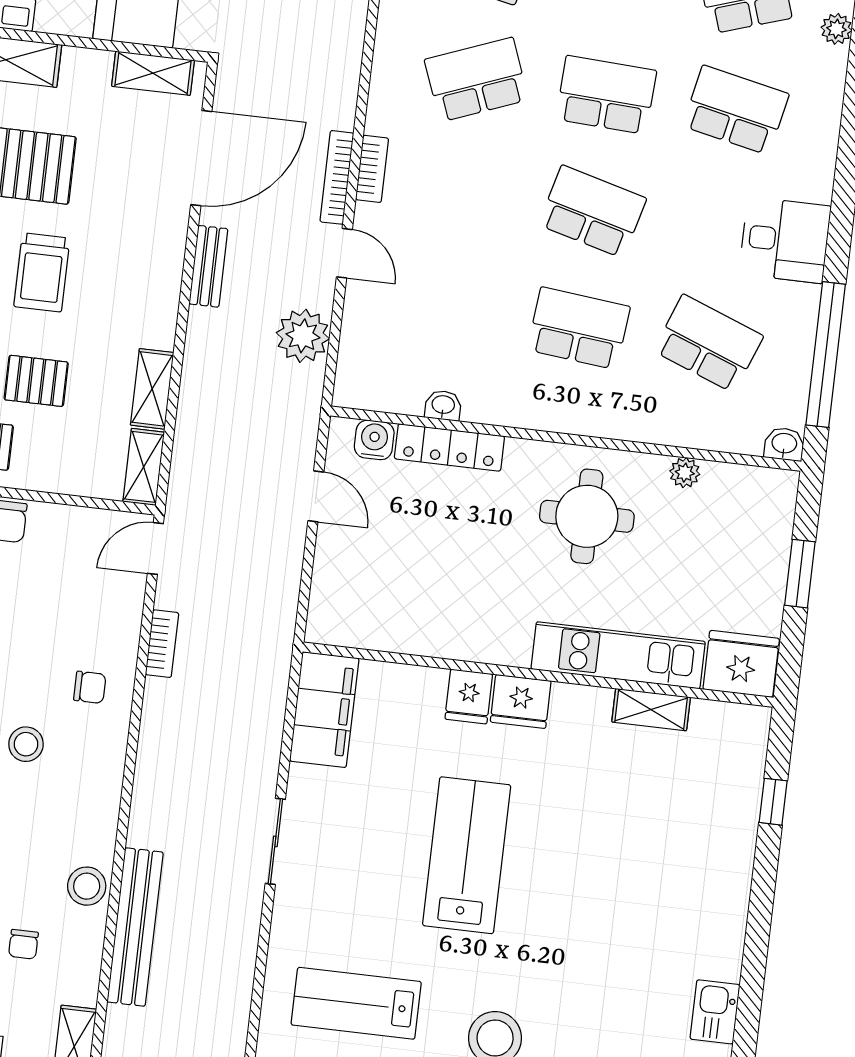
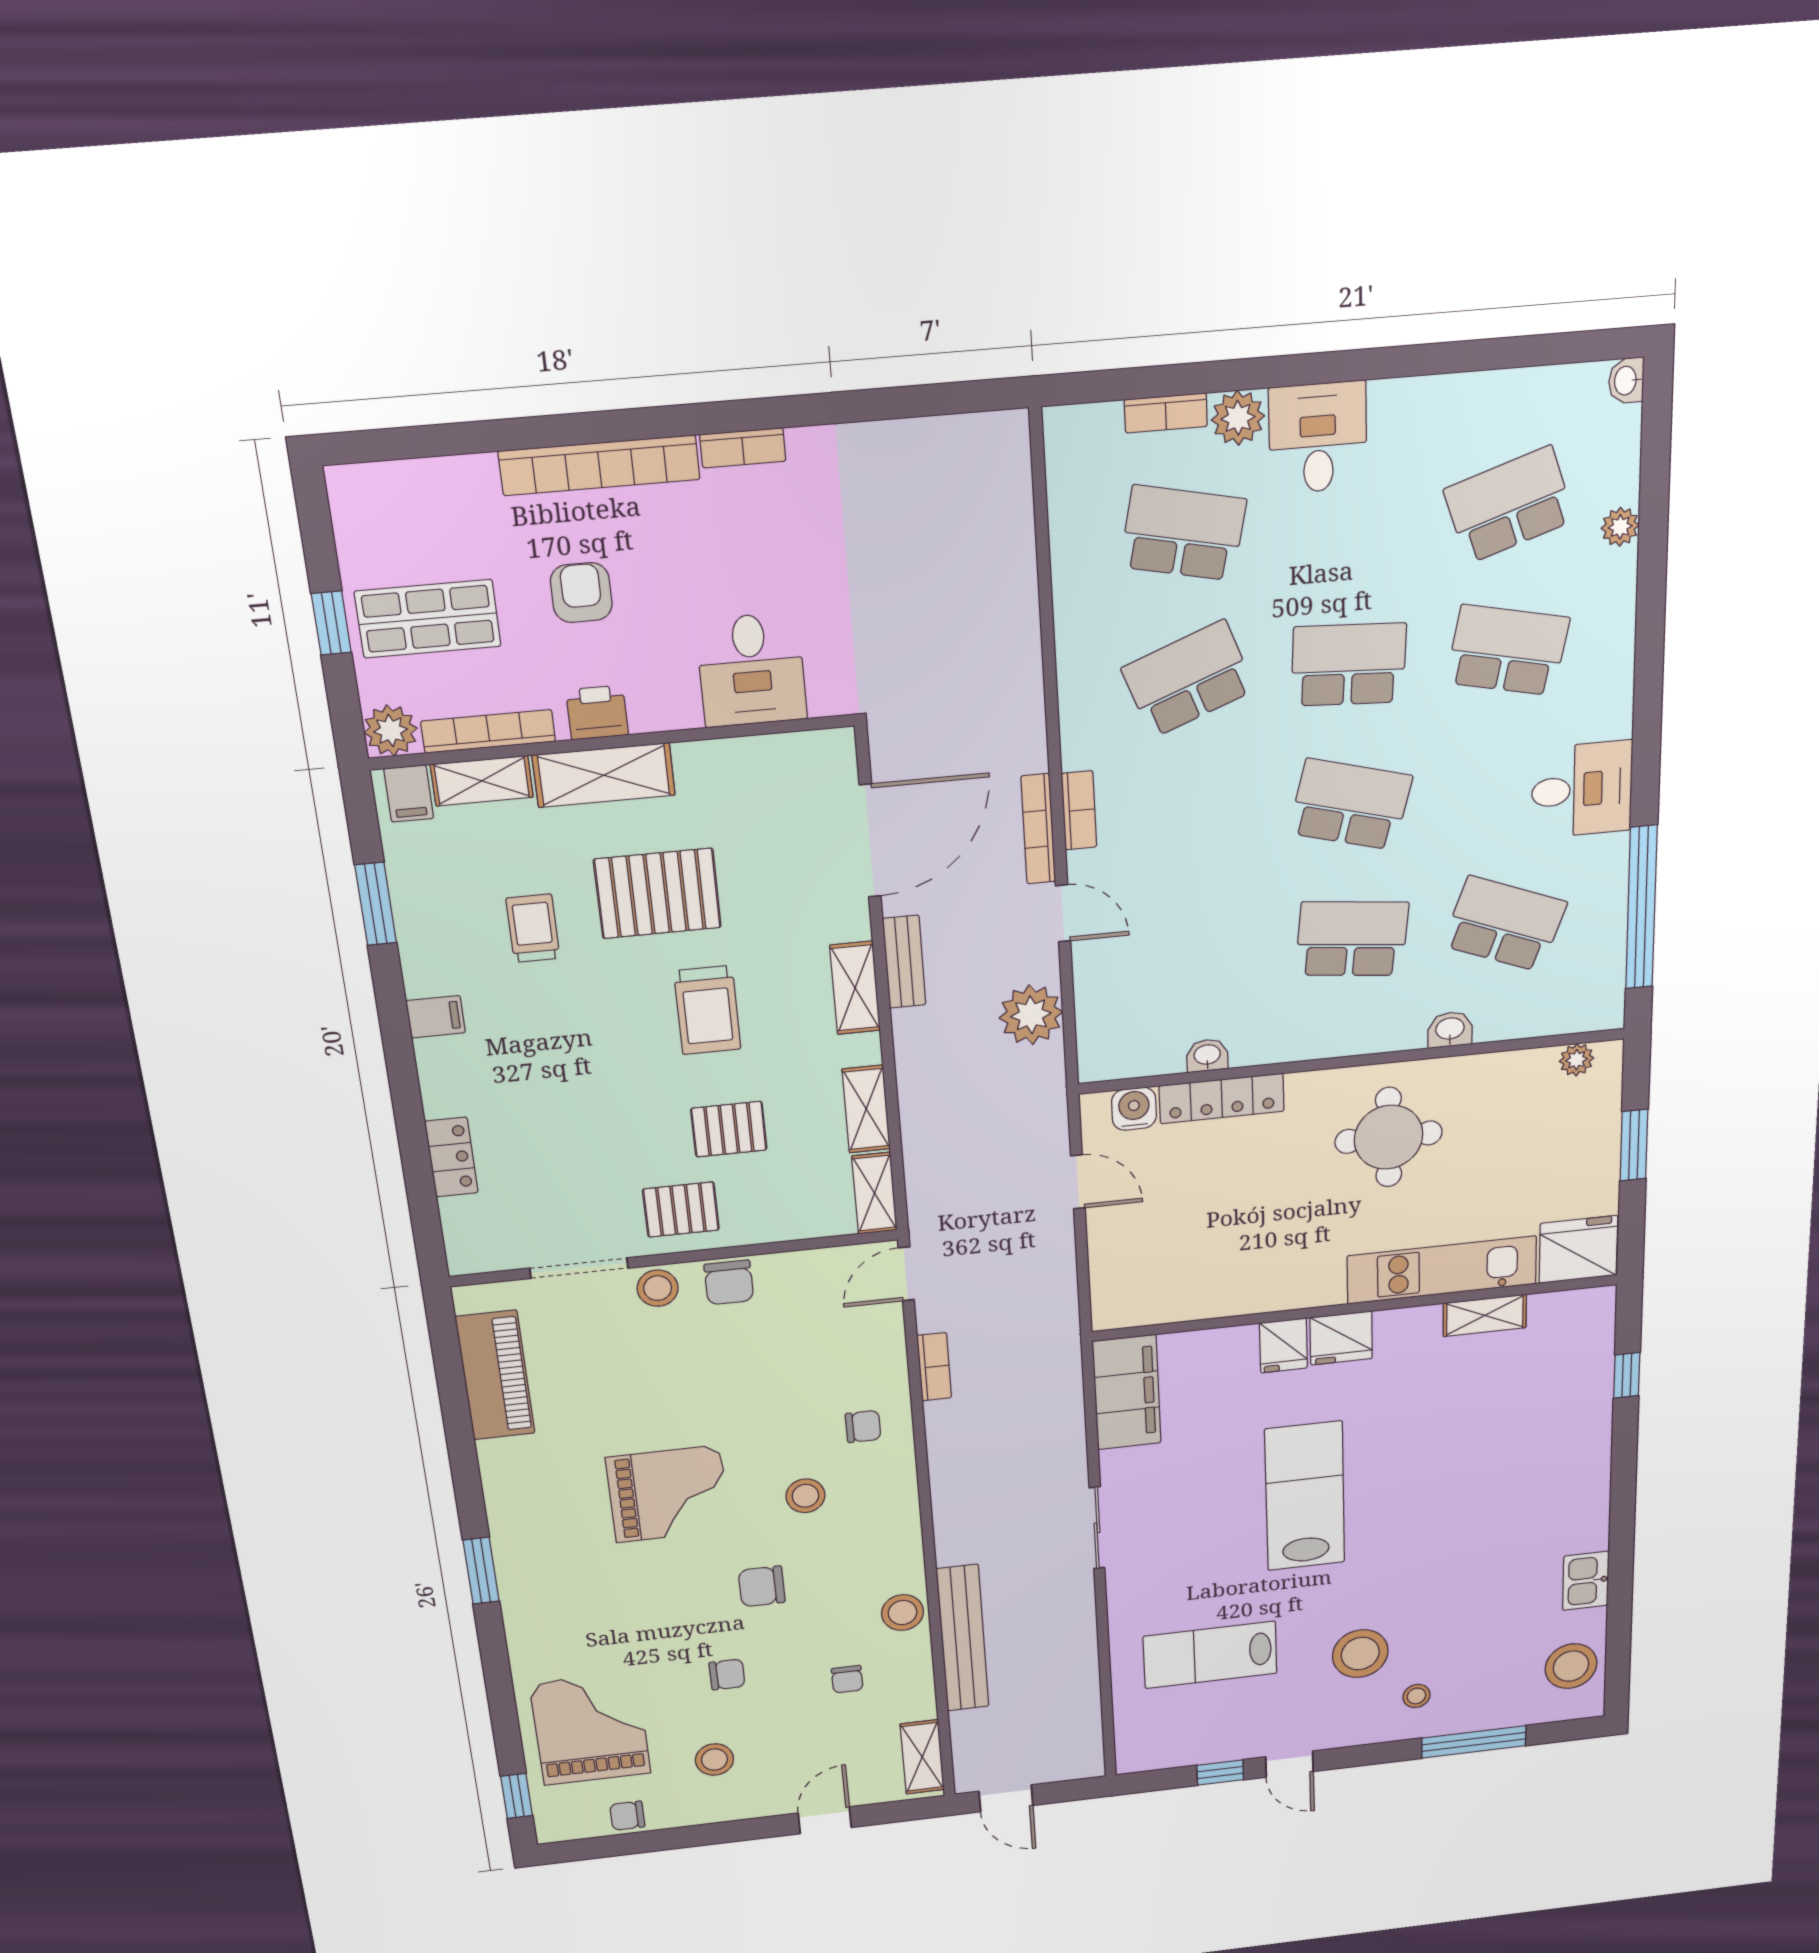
shelving: (153, 73) -> (855, 988), moved, turned 90
washbasin: (784, 444) -> (1450, 1029), moved
plant: (685, 473) -> (1577, 1060), moved

